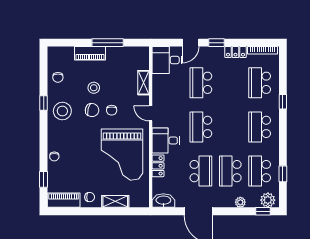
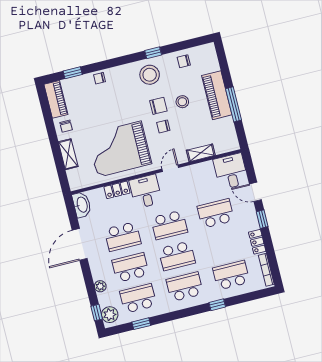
piano: (90, 53) -> (217, 95), width x1.37, depth x1.33
chair: (92, 110) -> (158, 106), turned -103
school desk: (201, 127) -> (169, 225), turned 180
school desk: (230, 127) -> (177, 256), added

